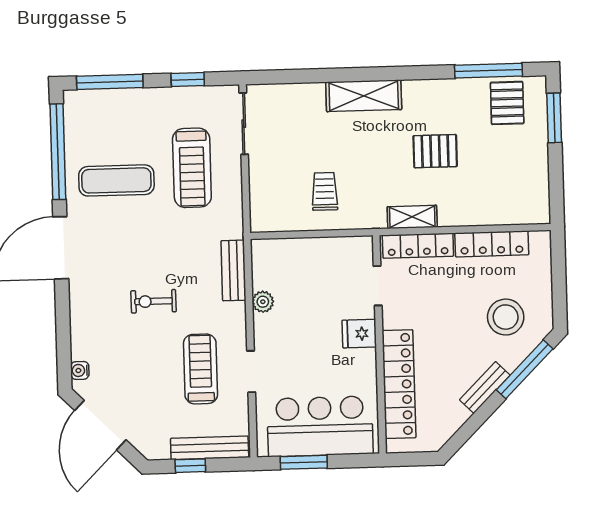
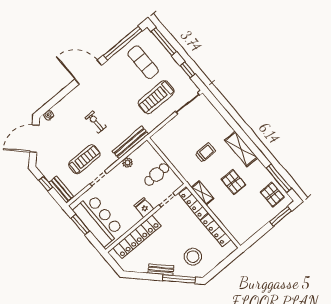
shelving: (364, 96) -> (241, 149), moved
pallet: (507, 103) -> (272, 195), turned 90
exercise mat: (116, 180) -> (143, 62), moved
trolley: (325, 191) -> (205, 153), moved
cafe table: (321, 269) -> (157, 174), added
bench: (233, 270) -> (130, 143), width x1.36
bench: (210, 448) -> (61, 189), width x0.73

